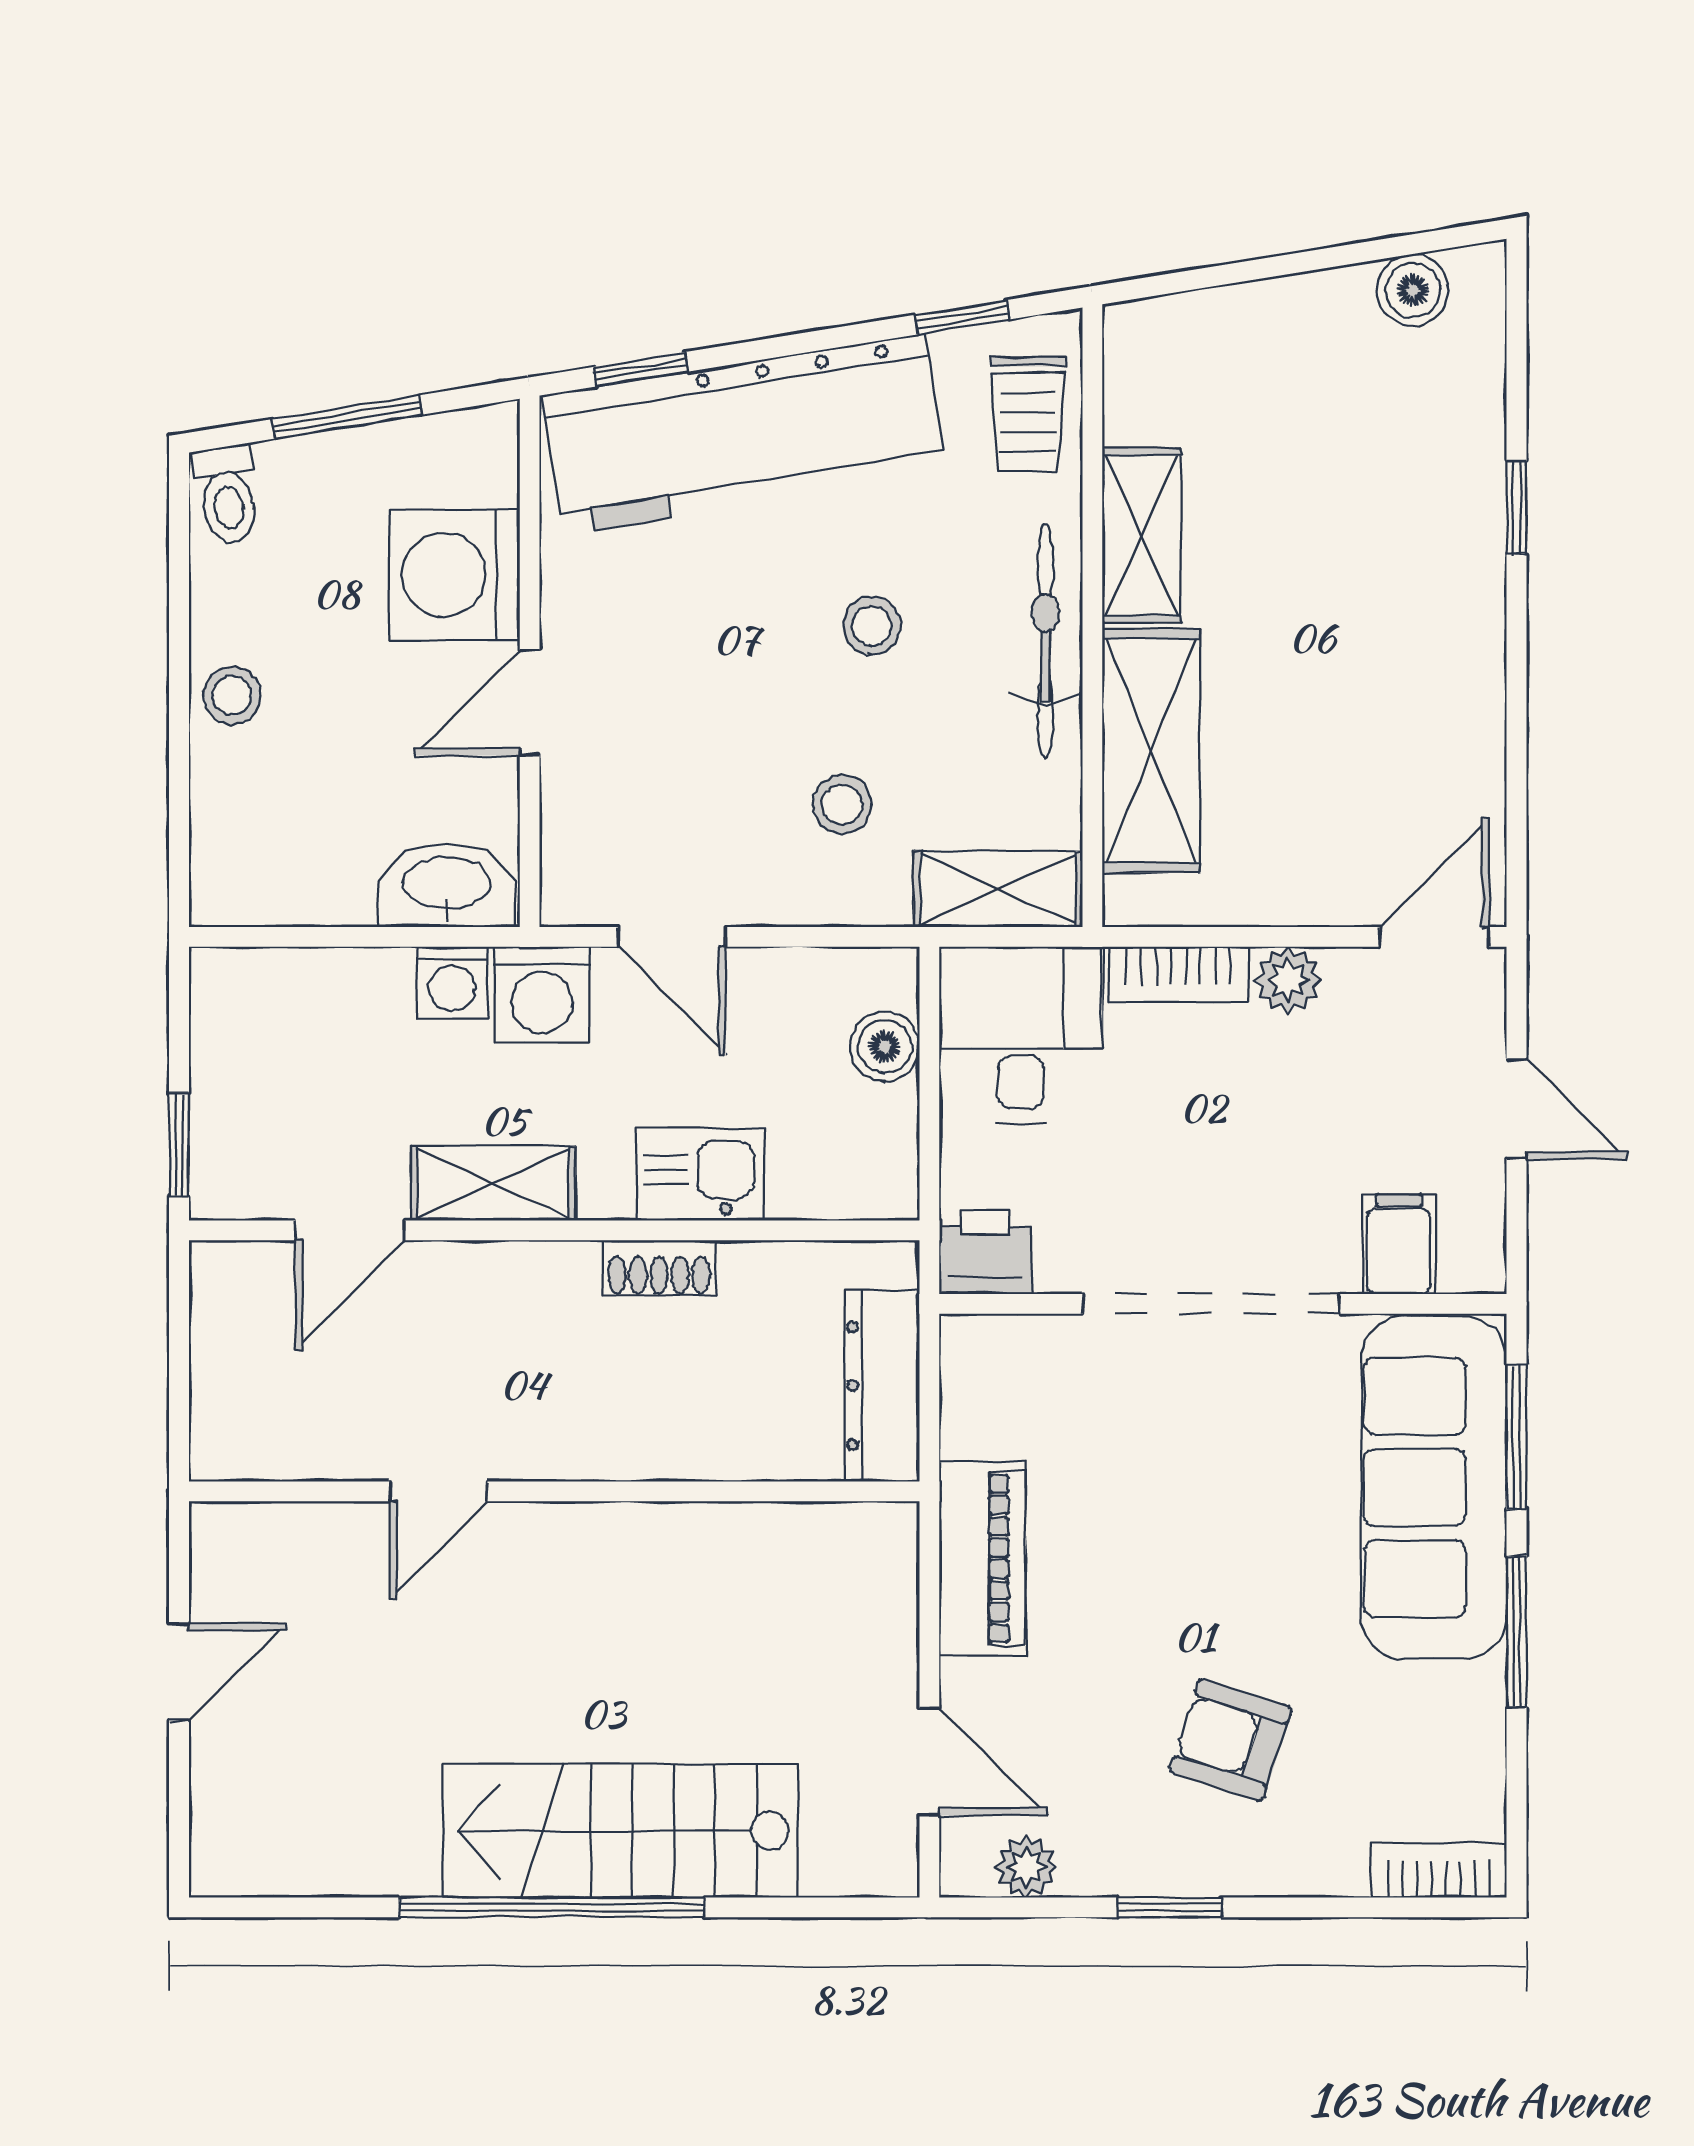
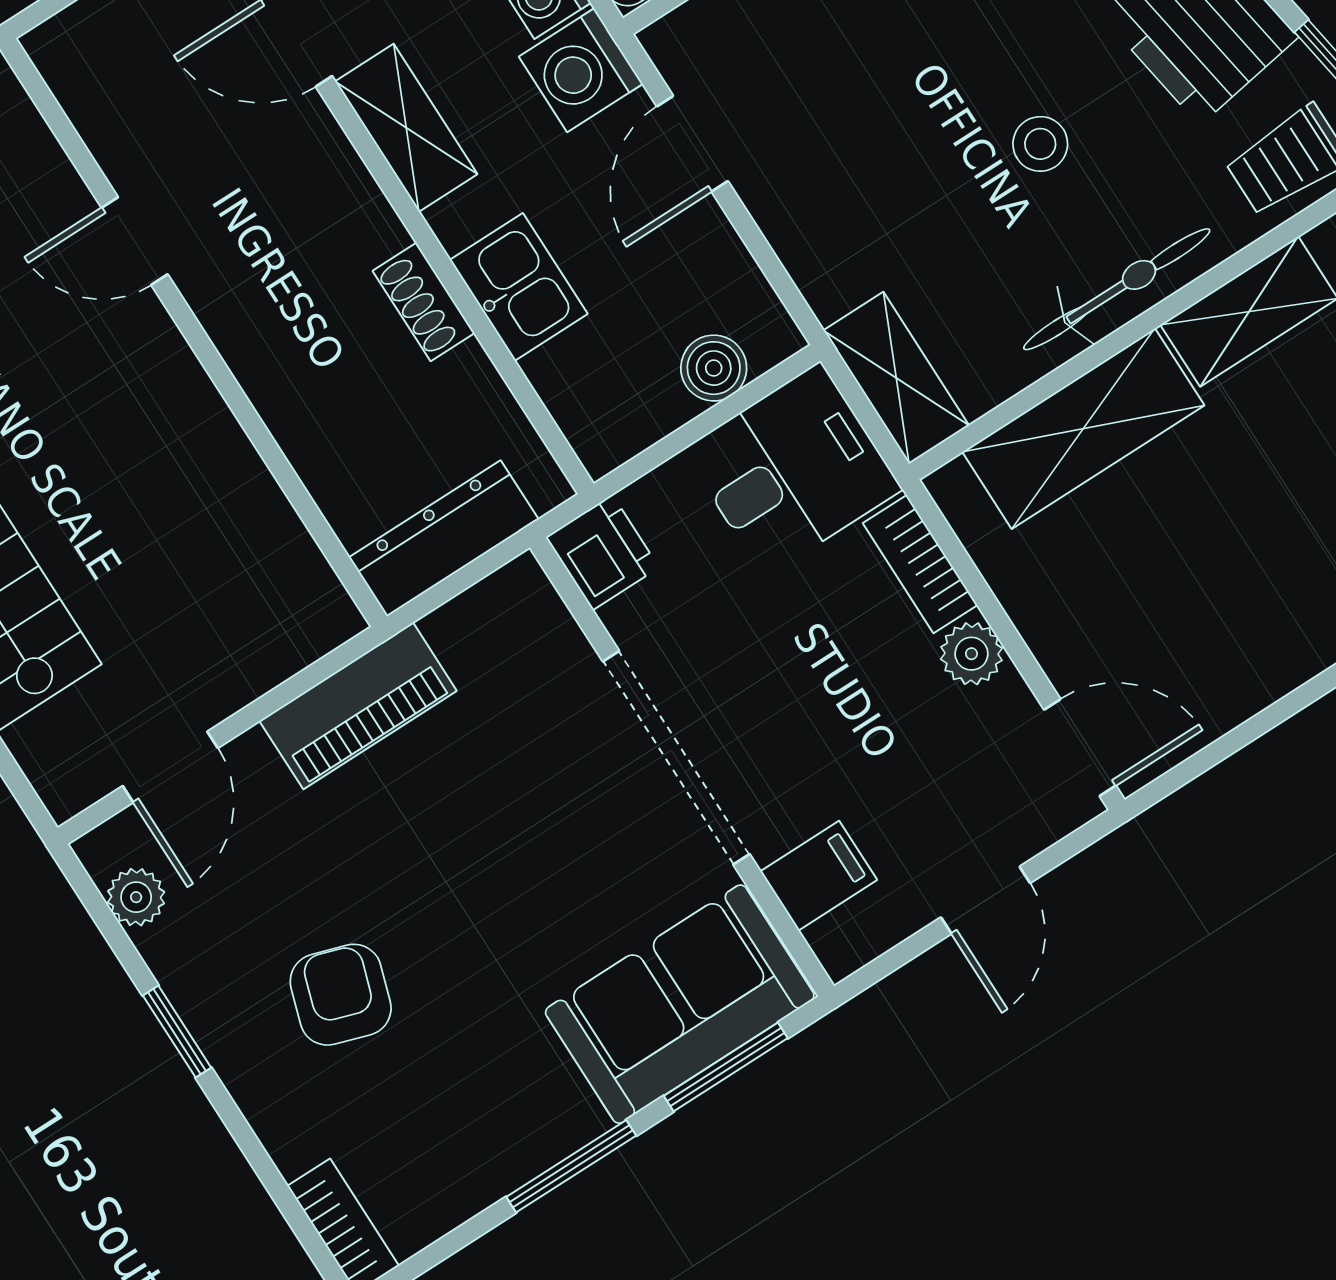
stool: (842, 805) -> (884, 211), removed
sofa: (1434, 1487) -> (680, 1004), width x0.73

